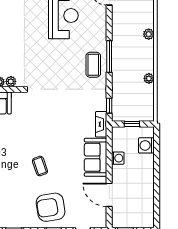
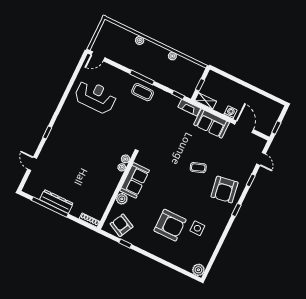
shelving: (117, 139) -> (206, 101), added
washing machine: (146, 145) -> (221, 82), removed
washing machine: (118, 158) -> (230, 112), moved
door: (109, 195) -> (244, 127), swing flipped
armchair: (51, 207) -> (224, 190), moved

